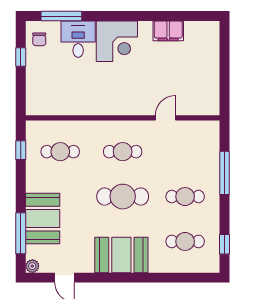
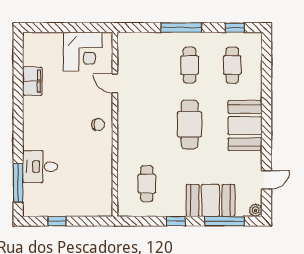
chair: (39, 39) -> (98, 125), moved
corner desk: (117, 41) -> (83, 52), moved, turned 90
window: (21, 150) -> (176, 221), moved
cafe table: (123, 152) -> (147, 124), removed
window: (225, 173) -> (181, 28), moved

